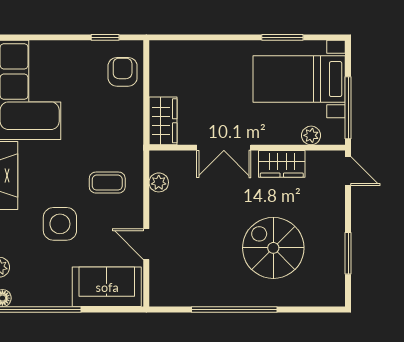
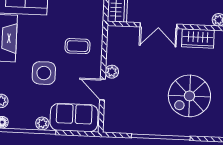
plant: (159, 182) -> (112, 72), moved
spiral stairs: (273, 248) -> (189, 96), turned -90
plant: (61, 297) -> (42, 123), added

